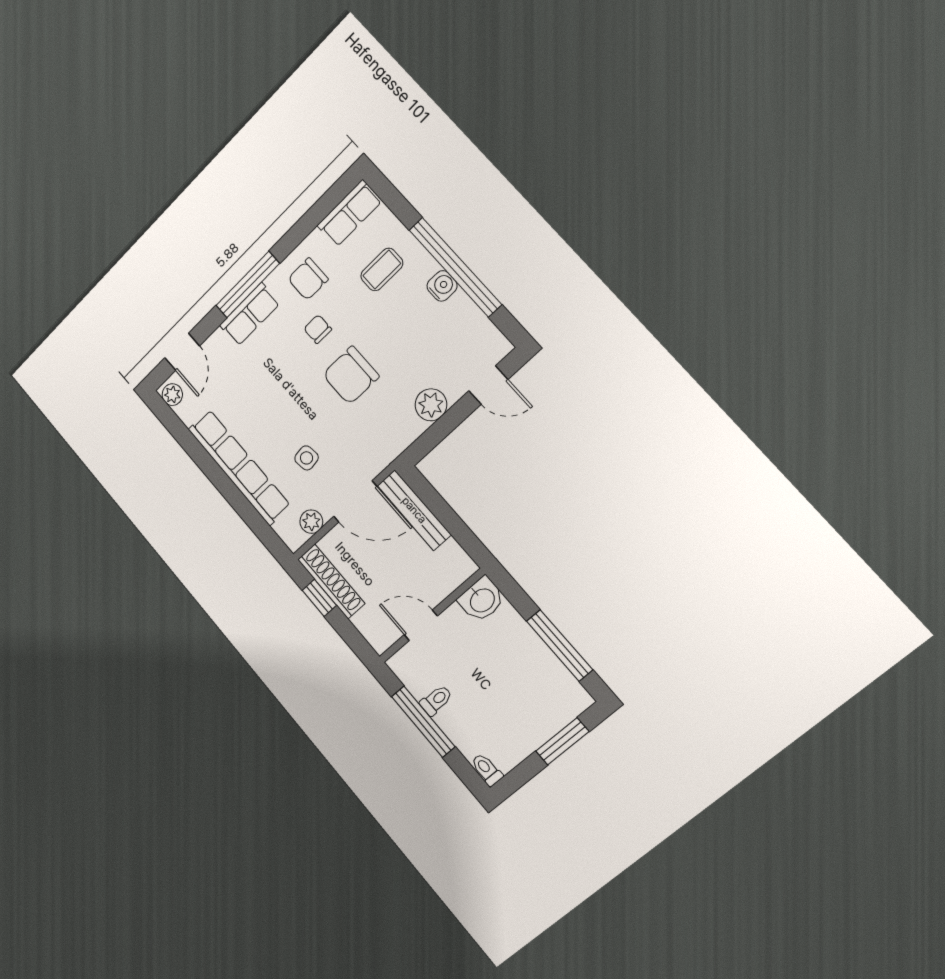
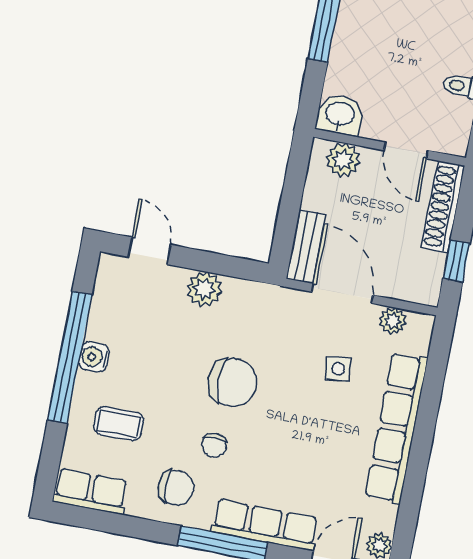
row of seats: (250, 314) -> (265, 525), width x1.48
bench: (414, 510) -> (306, 247), width x0.73
plant: (448, 576) -> (343, 160), added
shoe rack: (331, 581) -> (443, 207), moved

